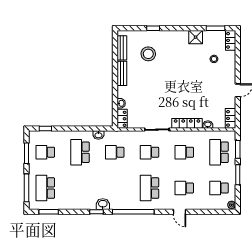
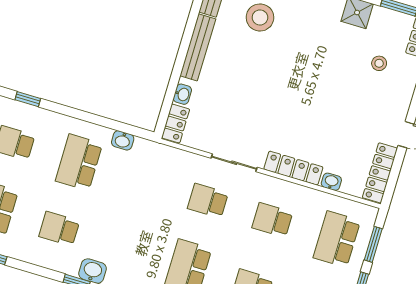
bench: (122, 73) -> (198, 47), width x1.36
locker: (231, 118) -> (380, 173), width x1.53
school desk: (115, 152) -> (59, 229), moved

